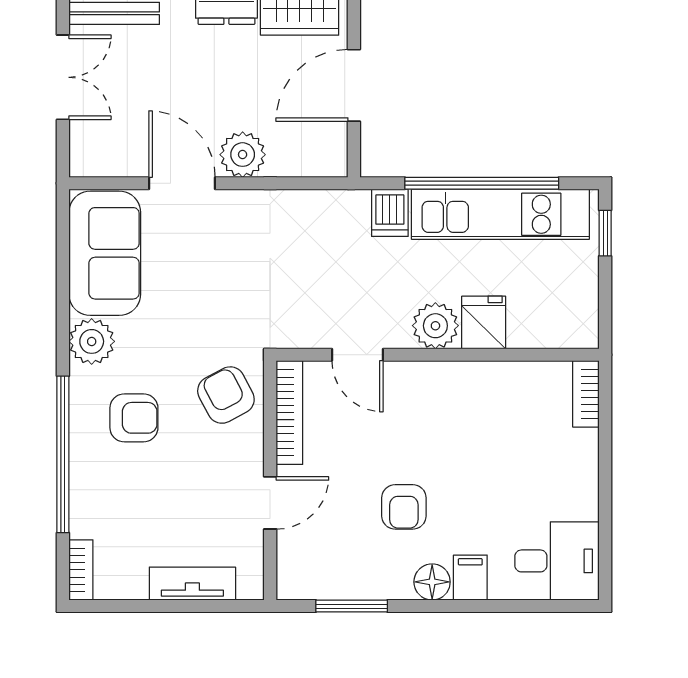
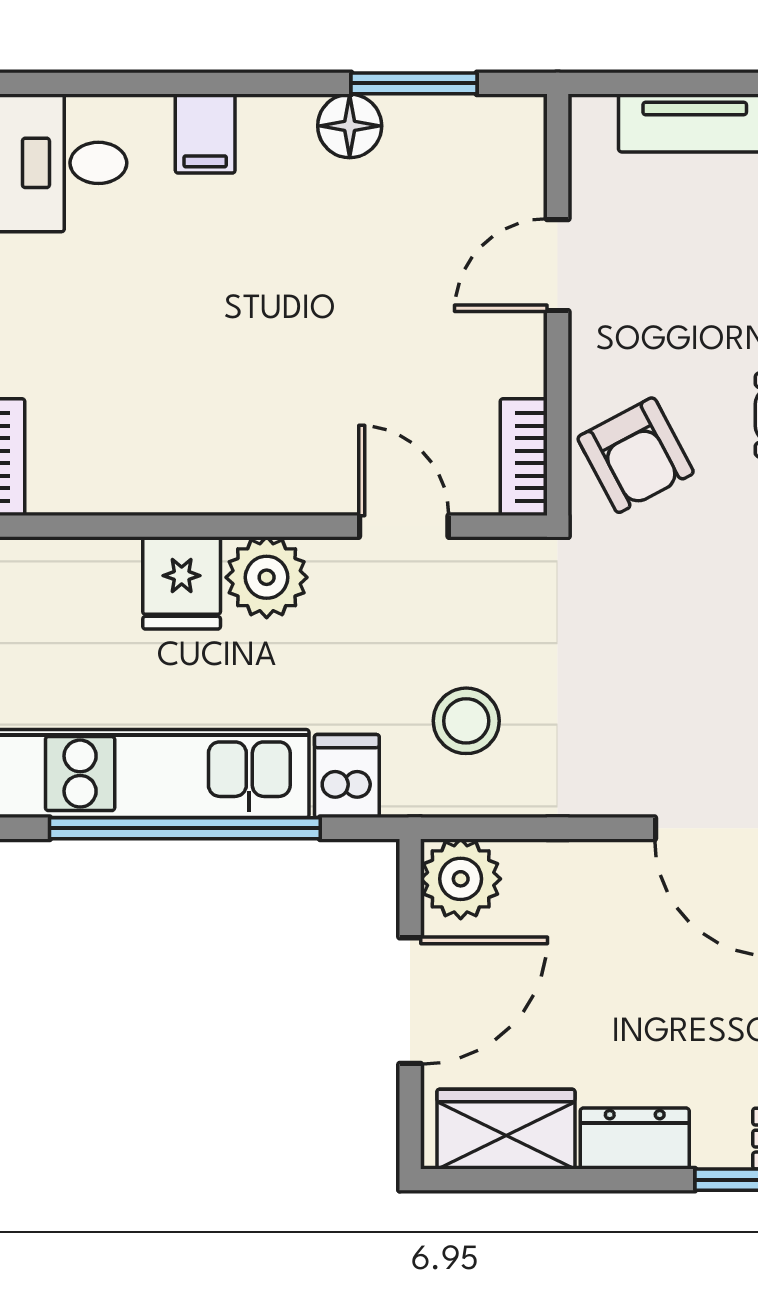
plant: (243, 155) -> (461, 879), moved
stool: (322, 244) -> (466, 721), added
bookcase: (289, 413) -> (524, 457), width x0.64
armchair: (404, 507) -> (322, 258), removed
floor lamp: (432, 582) -> (350, 126), moved

